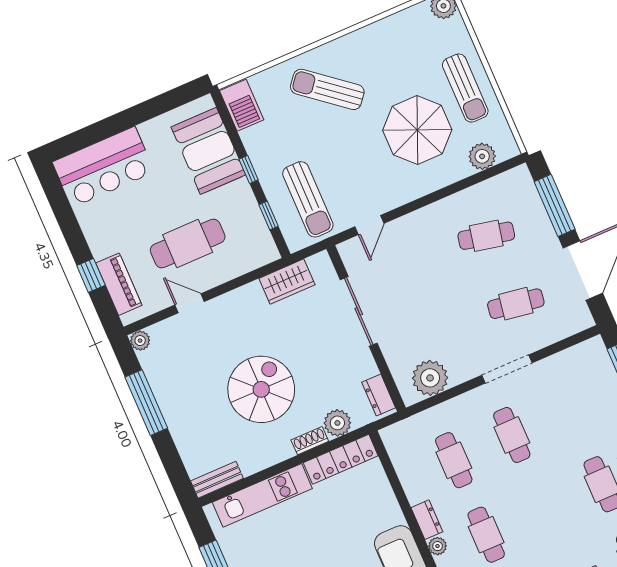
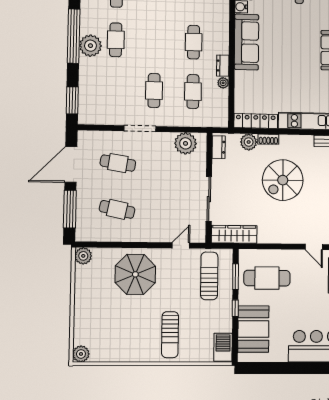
sun lounger: (465, 88) -> (90, 300), removed
sun lounger: (327, 89) -> (170, 335), turned 51
parasol: (417, 130) -> (135, 274), moved
plant: (482, 156) -> (83, 256), moved
window: (269, 215) -> (236, 277), width x1.50
cafe table: (188, 244) -> (267, 278), moved
wardrobe: (287, 282) -> (234, 234), width x1.50
door: (190, 303) -> (314, 247), moved
plant: (437, 546) -> (223, 83), moved

